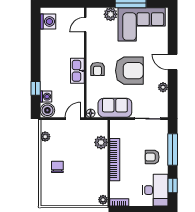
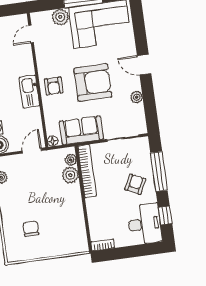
armchair: (152, 157) -> (135, 184), turned 116
bookcase: (115, 160) -> (87, 171), moved
chair: (57, 167) -> (31, 229), moved
plant: (103, 200) -> (71, 160), moved

